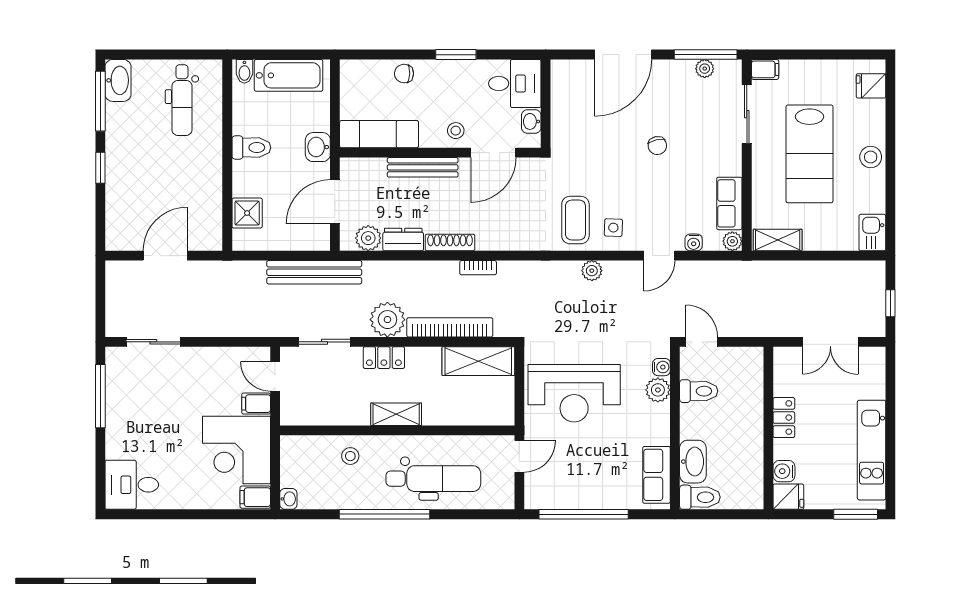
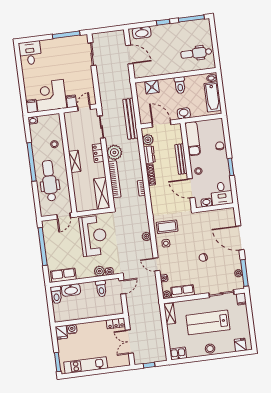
washbasin: (118, 80) -> (142, 33), moved
reception desk: (574, 393) -> (93, 236), turned 180
locker: (784, 418) -> (116, 323), moved
door: (519, 456) -> (64, 216), hinge flipped
dental chair: (433, 479) -> (49, 181), turned 180

